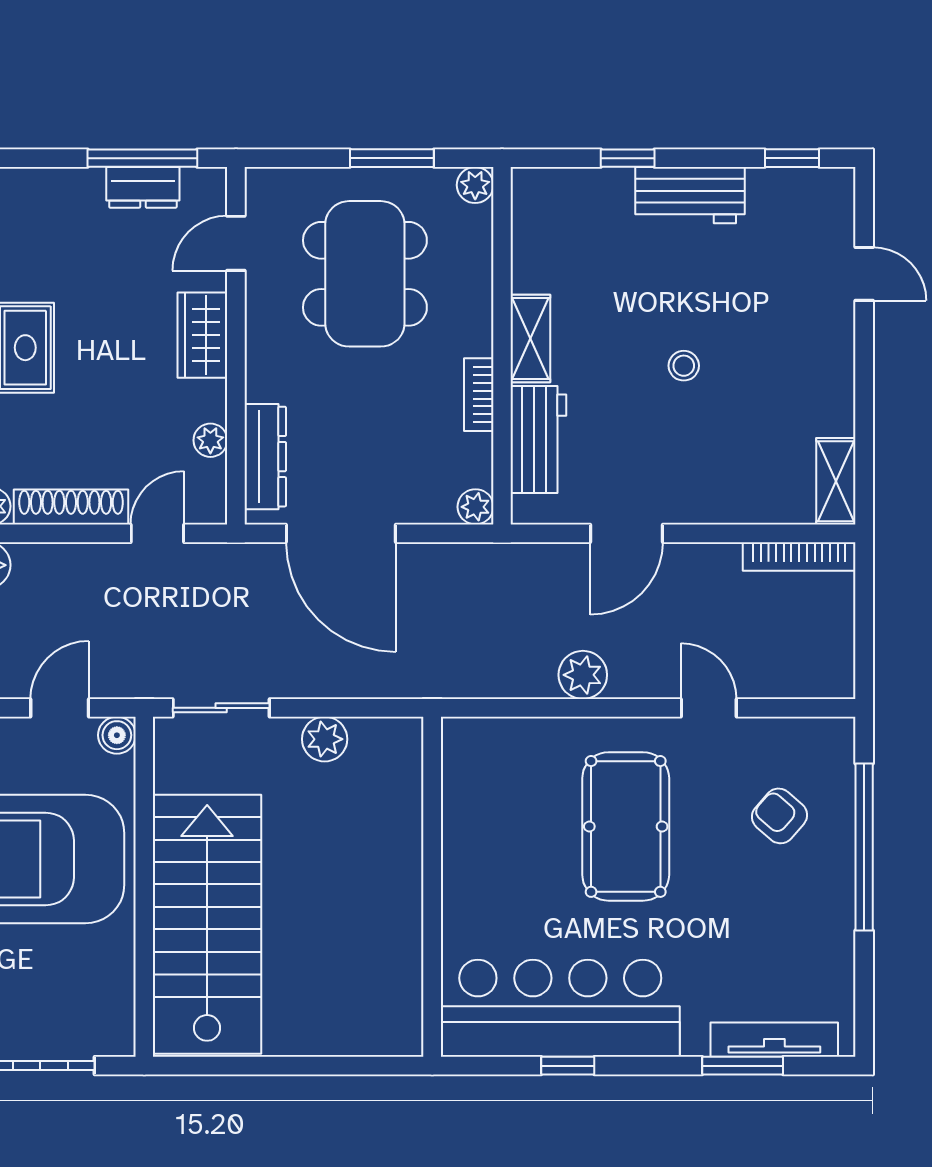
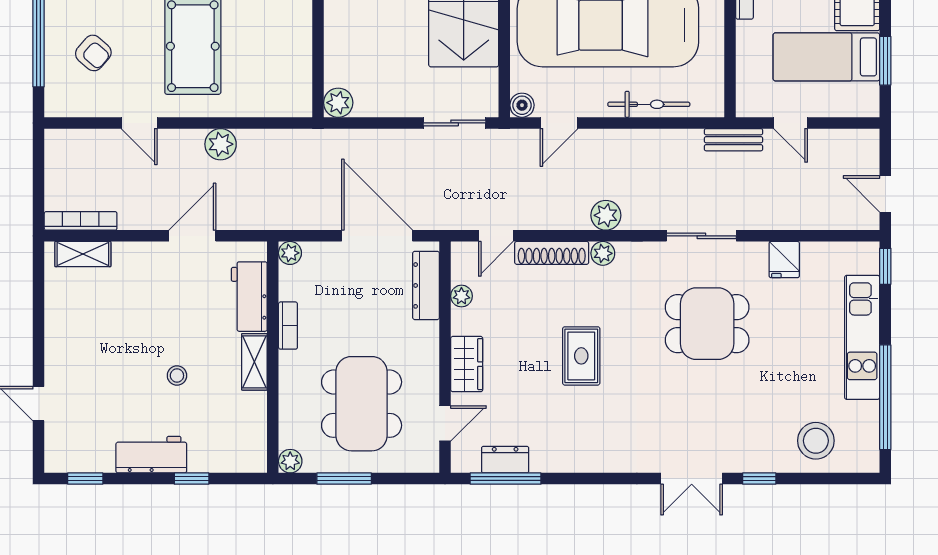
stool: (684, 366) -> (177, 376), moved
shelving: (836, 481) -> (83, 254), moved, turned 90
plant: (325, 739) -> (338, 103), moved

